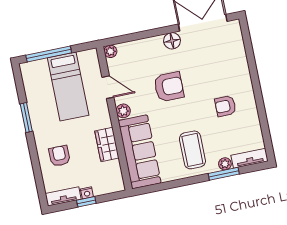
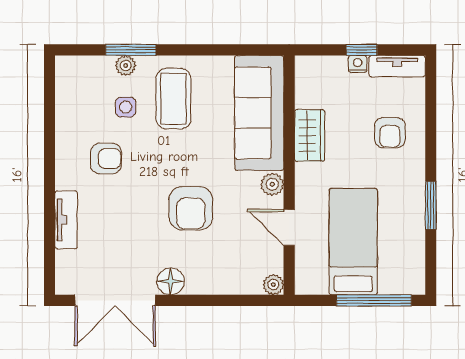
armchair: (169, 87) -> (191, 208), turned -90
side table: (220, 139) -> (126, 107), added
tv unit: (250, 158) -> (66, 220), moved, turned -90

